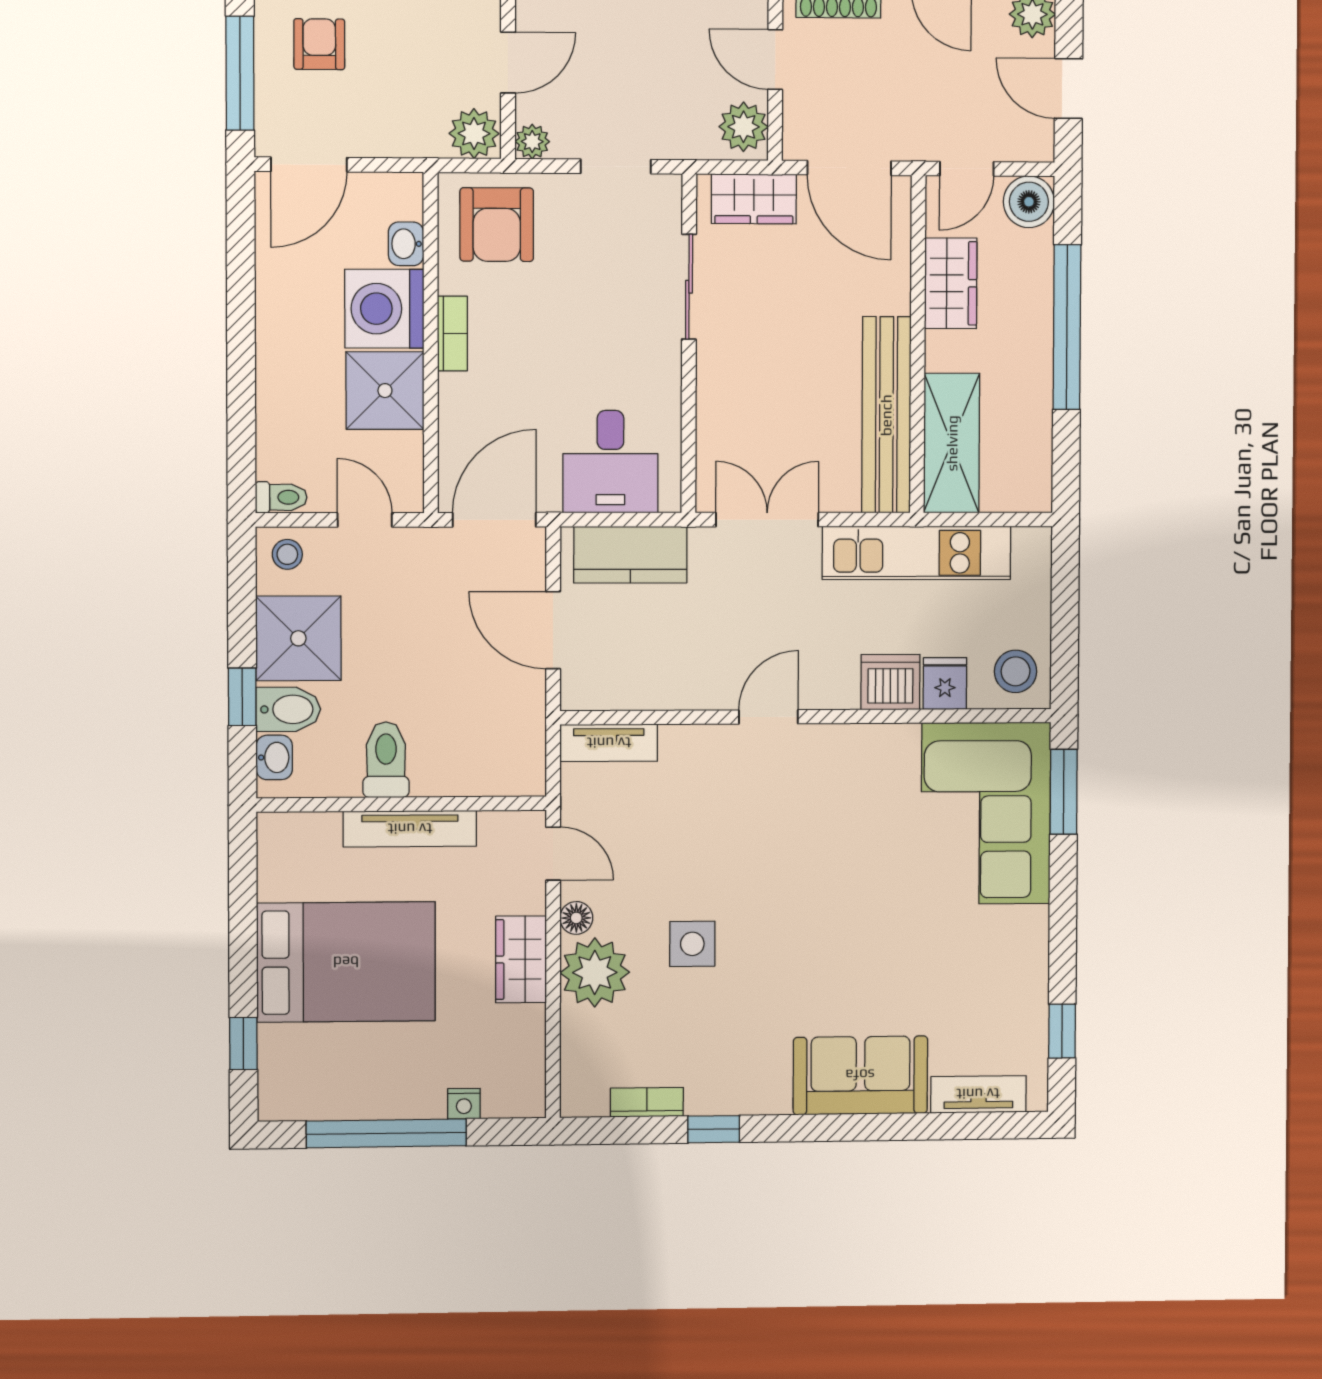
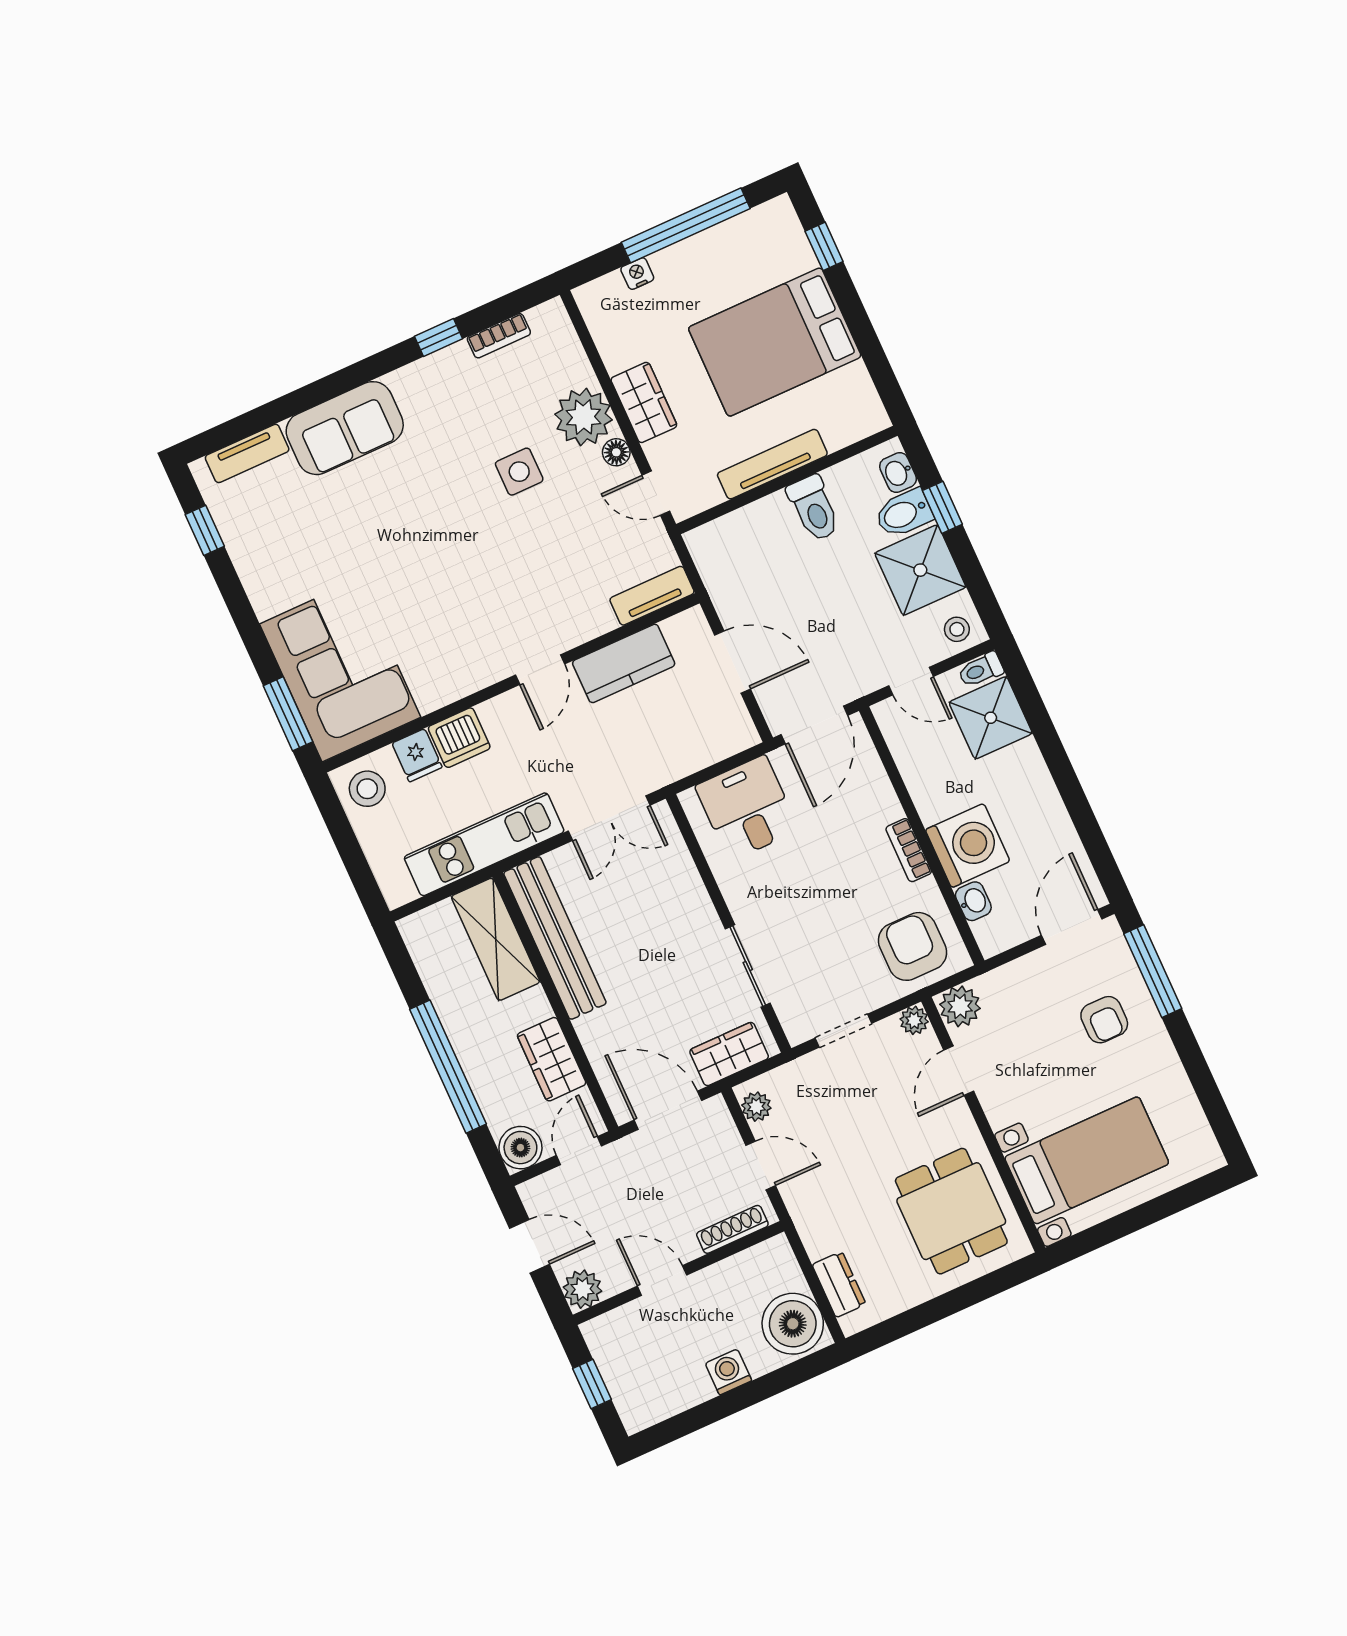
plant: (744, 127) -> (756, 1107), width x0.73, depth x0.73
shower: (385, 391) -> (991, 718), moved
kitchen counter: (630, 555) -> (624, 663), moved, turned 180

